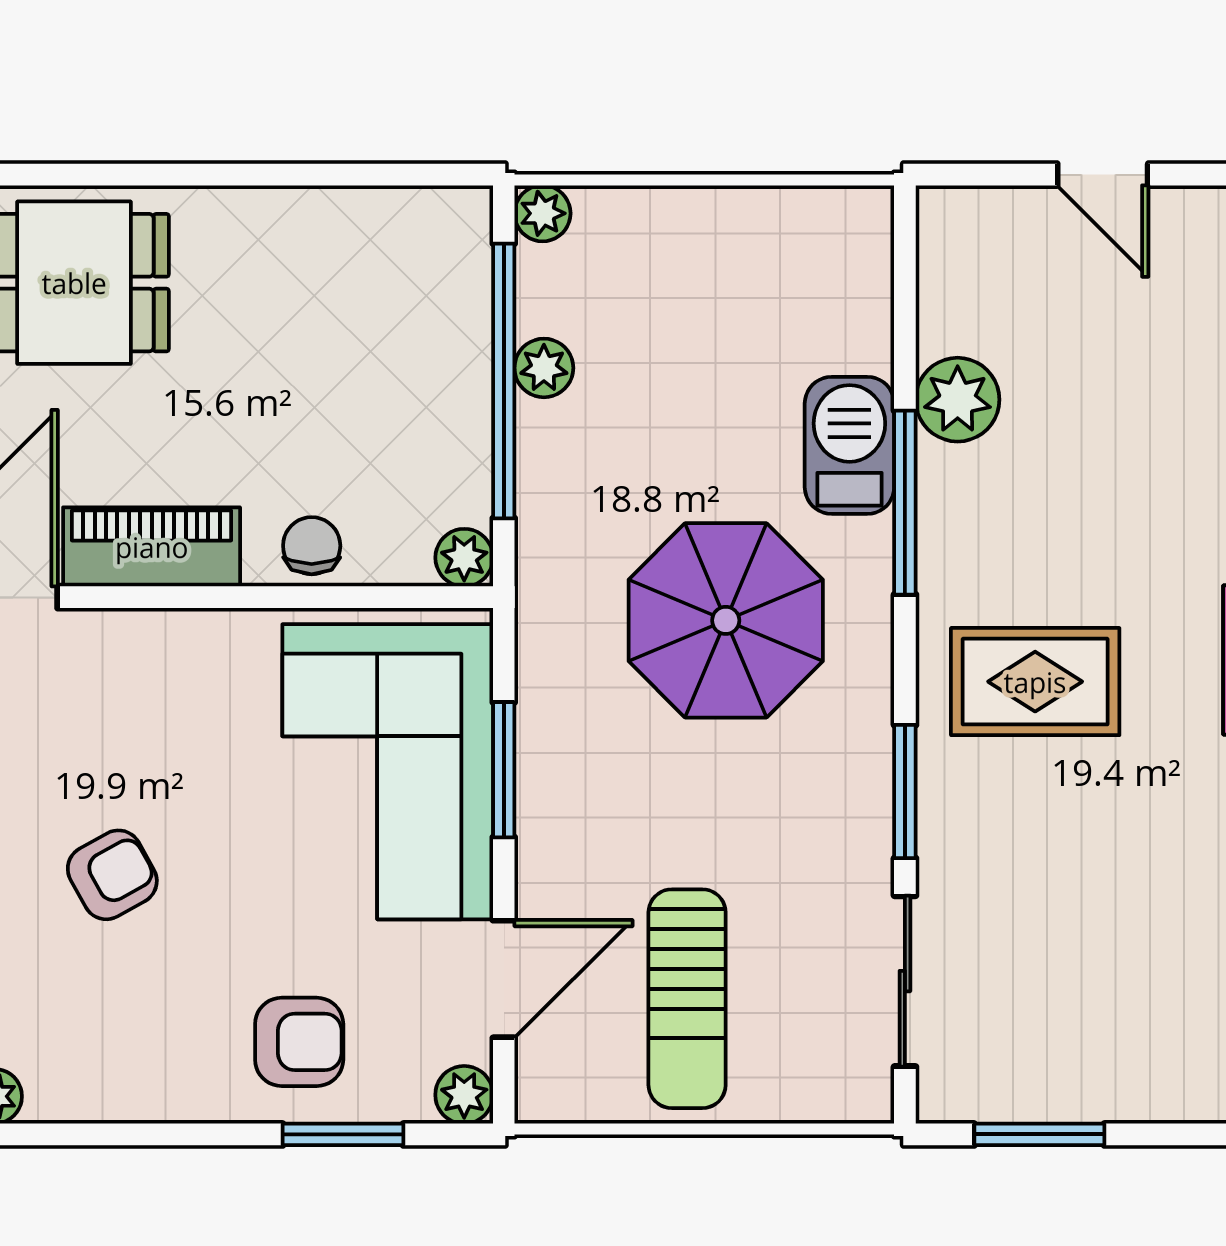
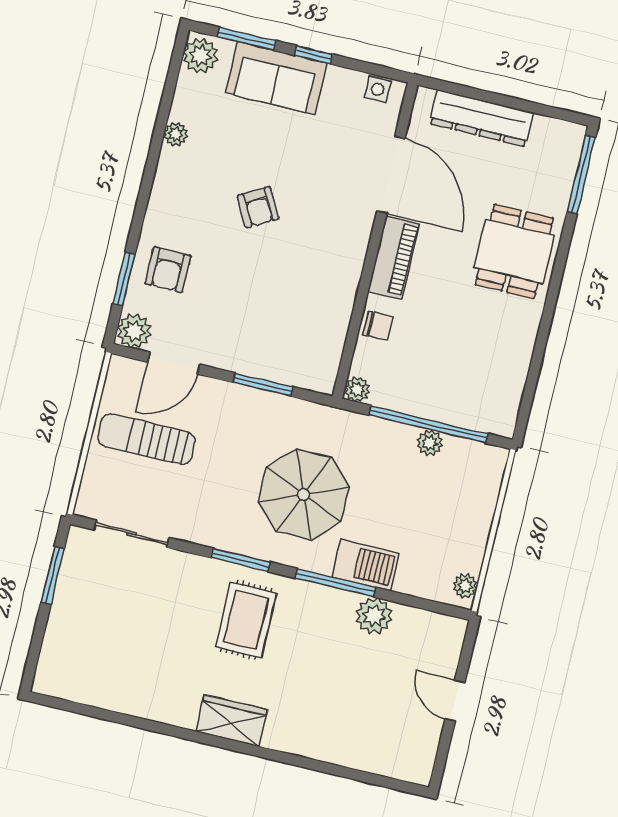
door: (1103, 175) -> (455, 701), hinge flipped
plant: (543, 213) -> (465, 586), moved
corner sofa: (388, 772) -> (274, 335), removed
window: (905, 792) -> (241, 560), moved
door: (504, 979) -> (174, 363), hinge flipped
plant: (464, 1095) -> (134, 331), width x1.38, depth x1.38

